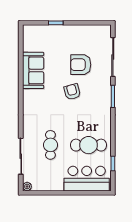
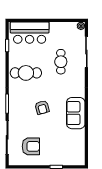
armchair: (81, 65) -> (31, 146), moved
sofa: (33, 70) -> (76, 113), moved
cafe table: (89, 145) -> (26, 73), moved

